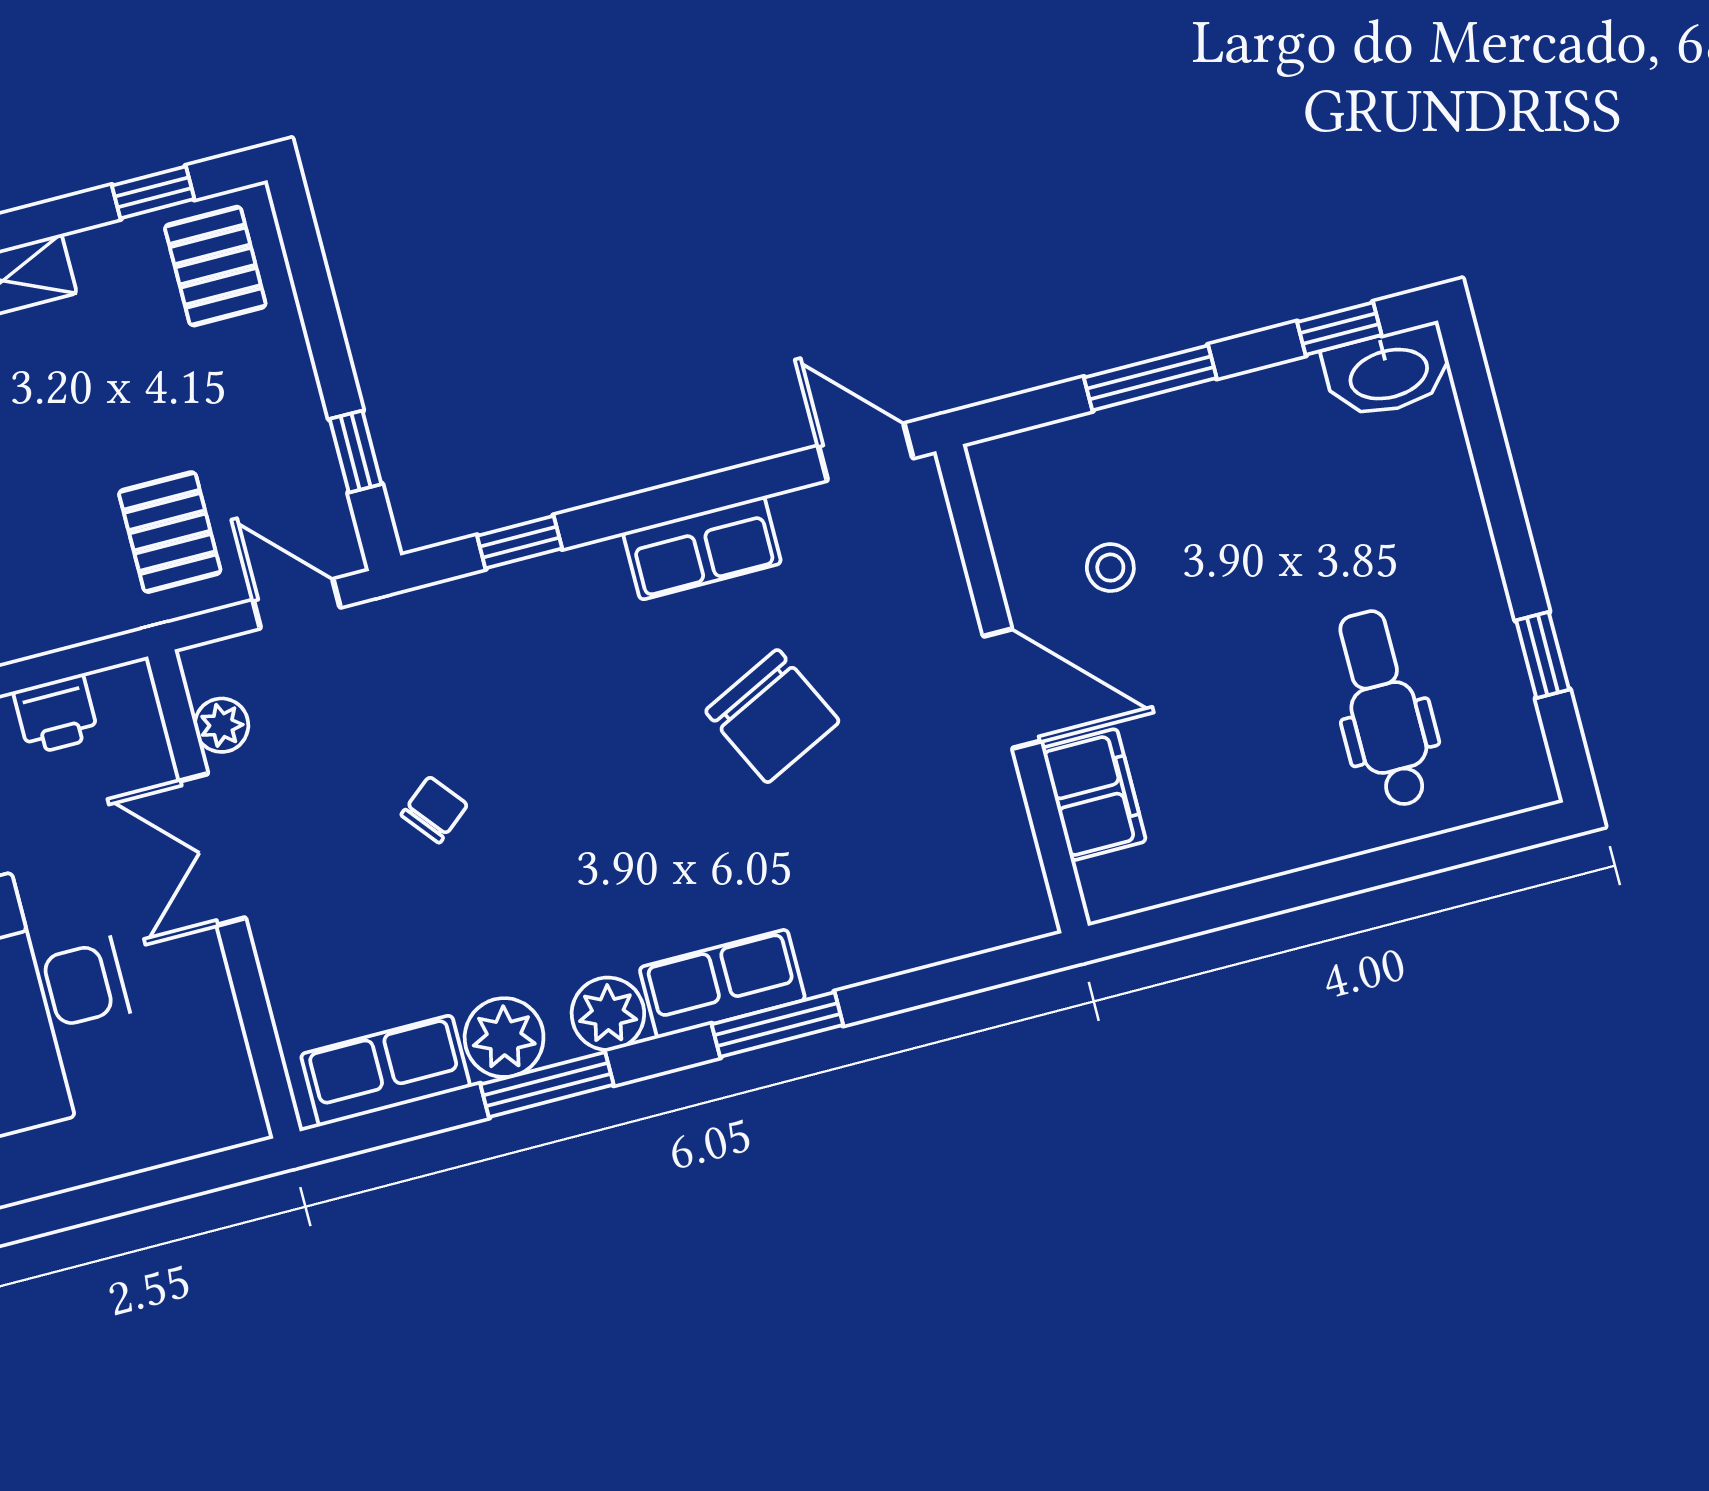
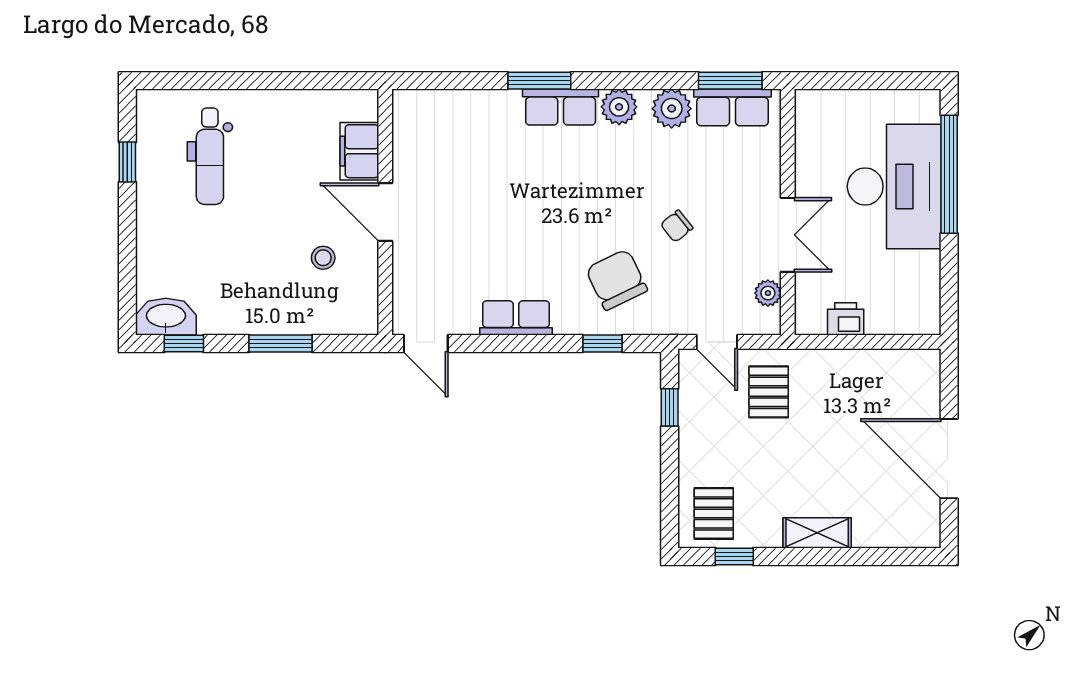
chair: (772, 716) -> (616, 280), moved
window: (547, 1085) -> (730, 81), moved

